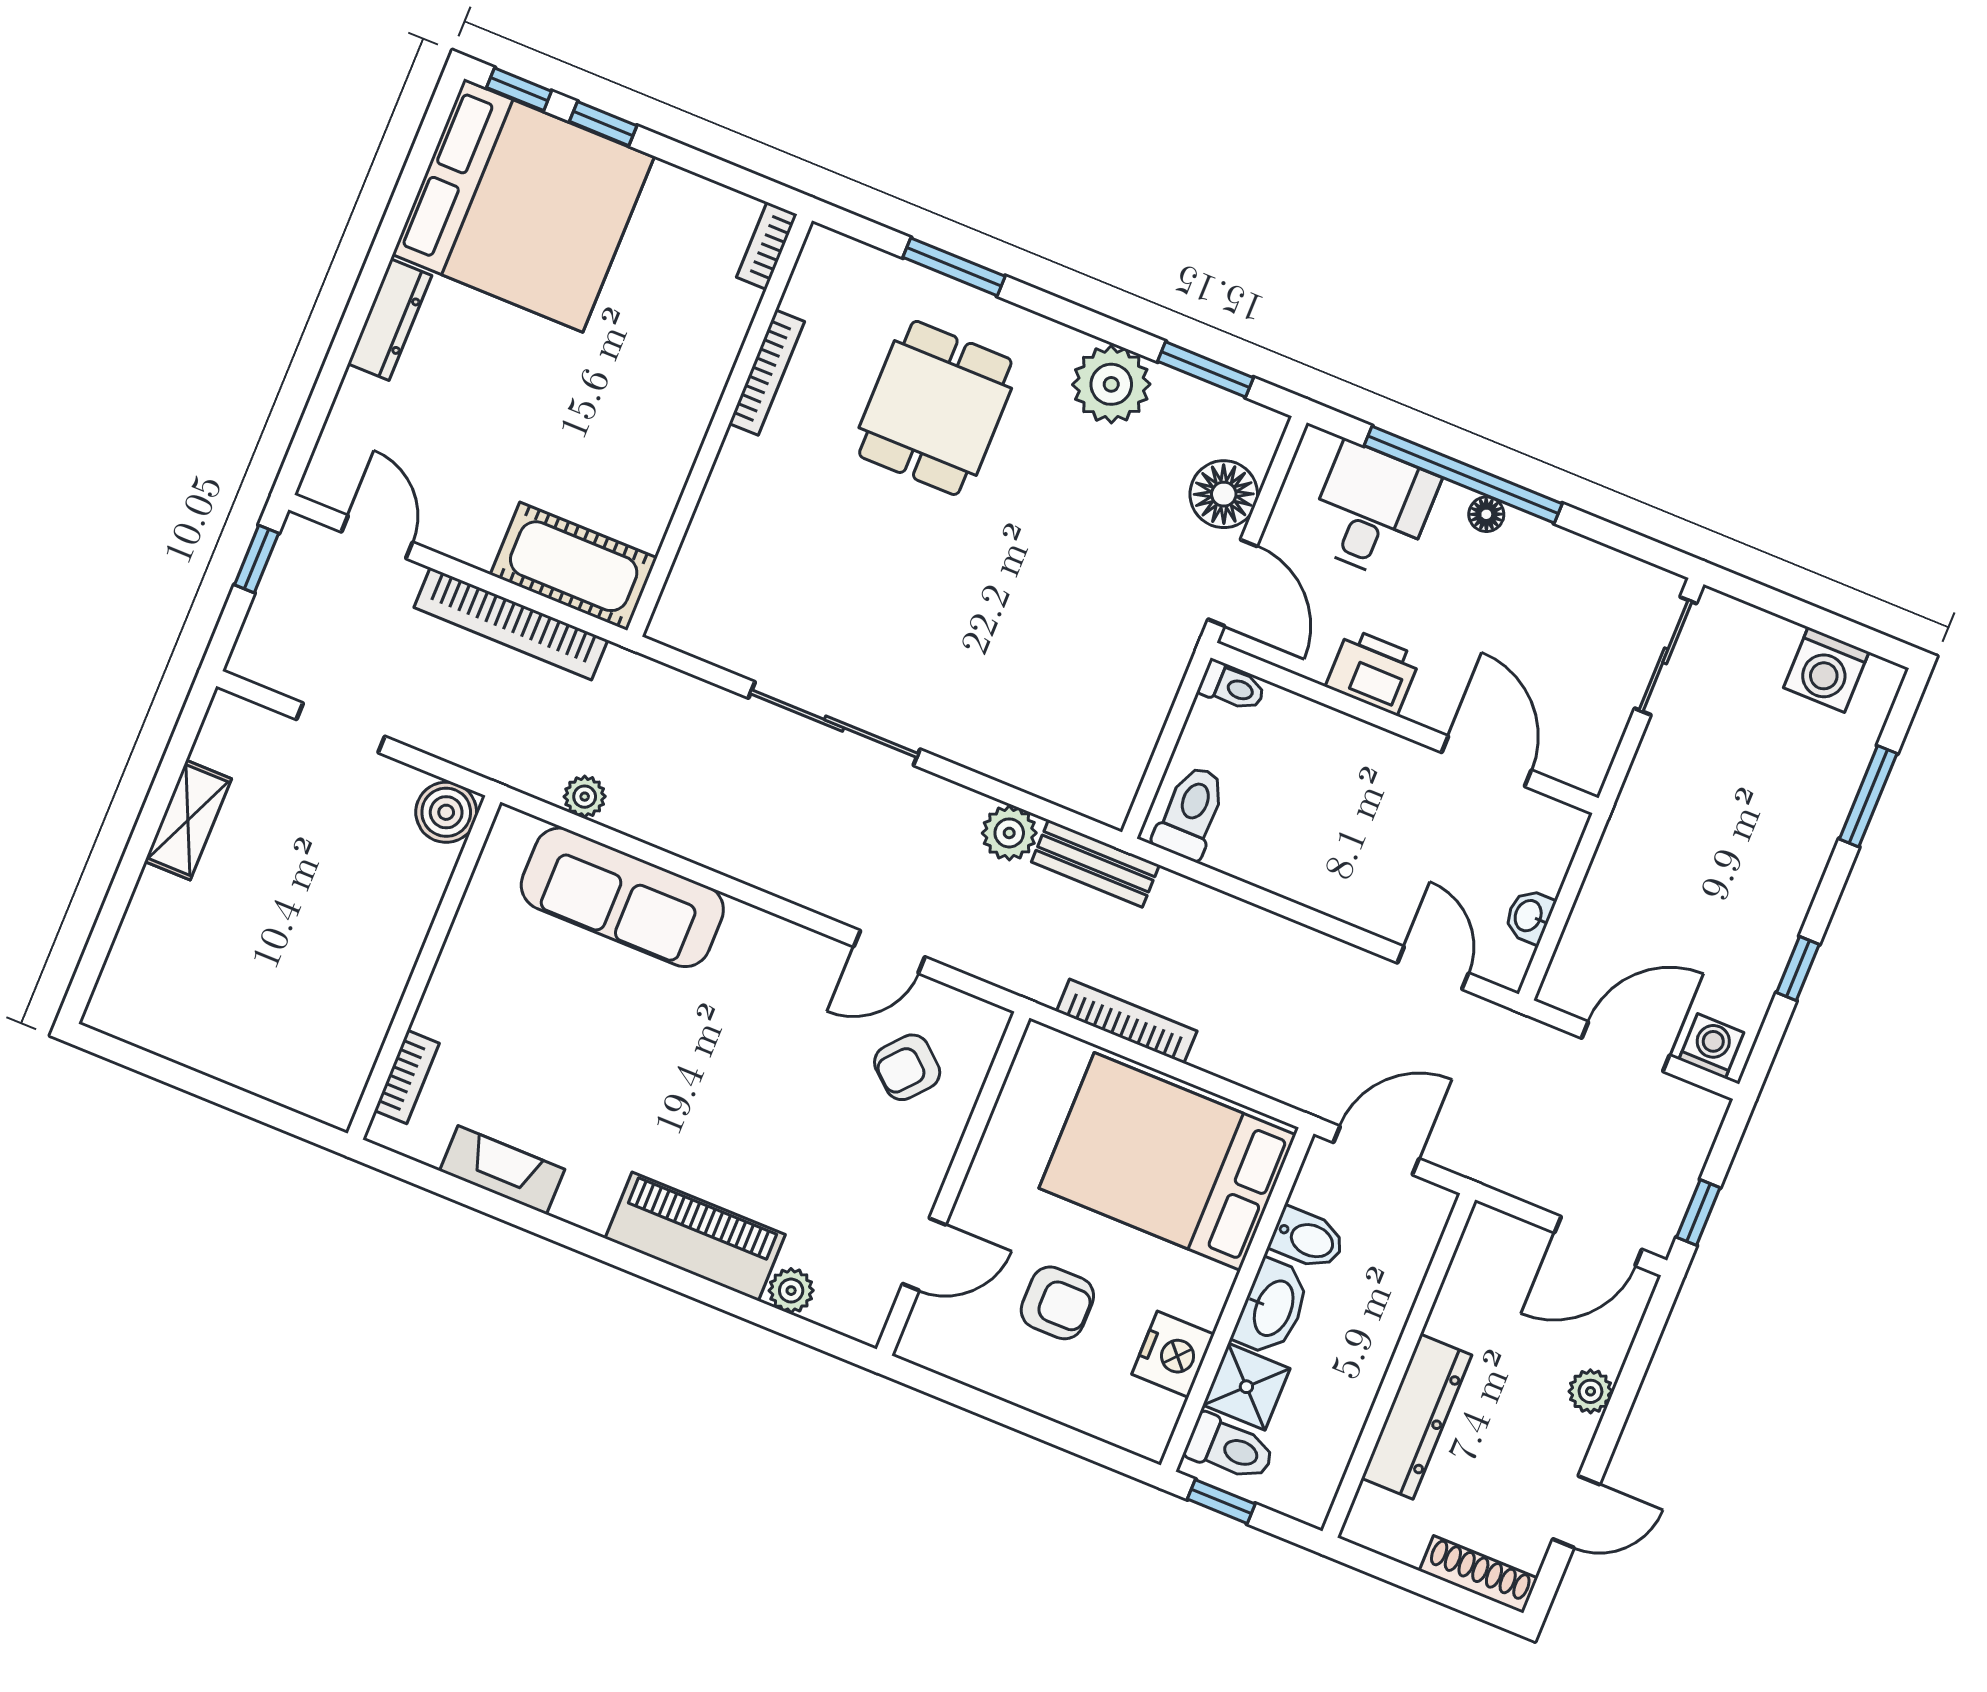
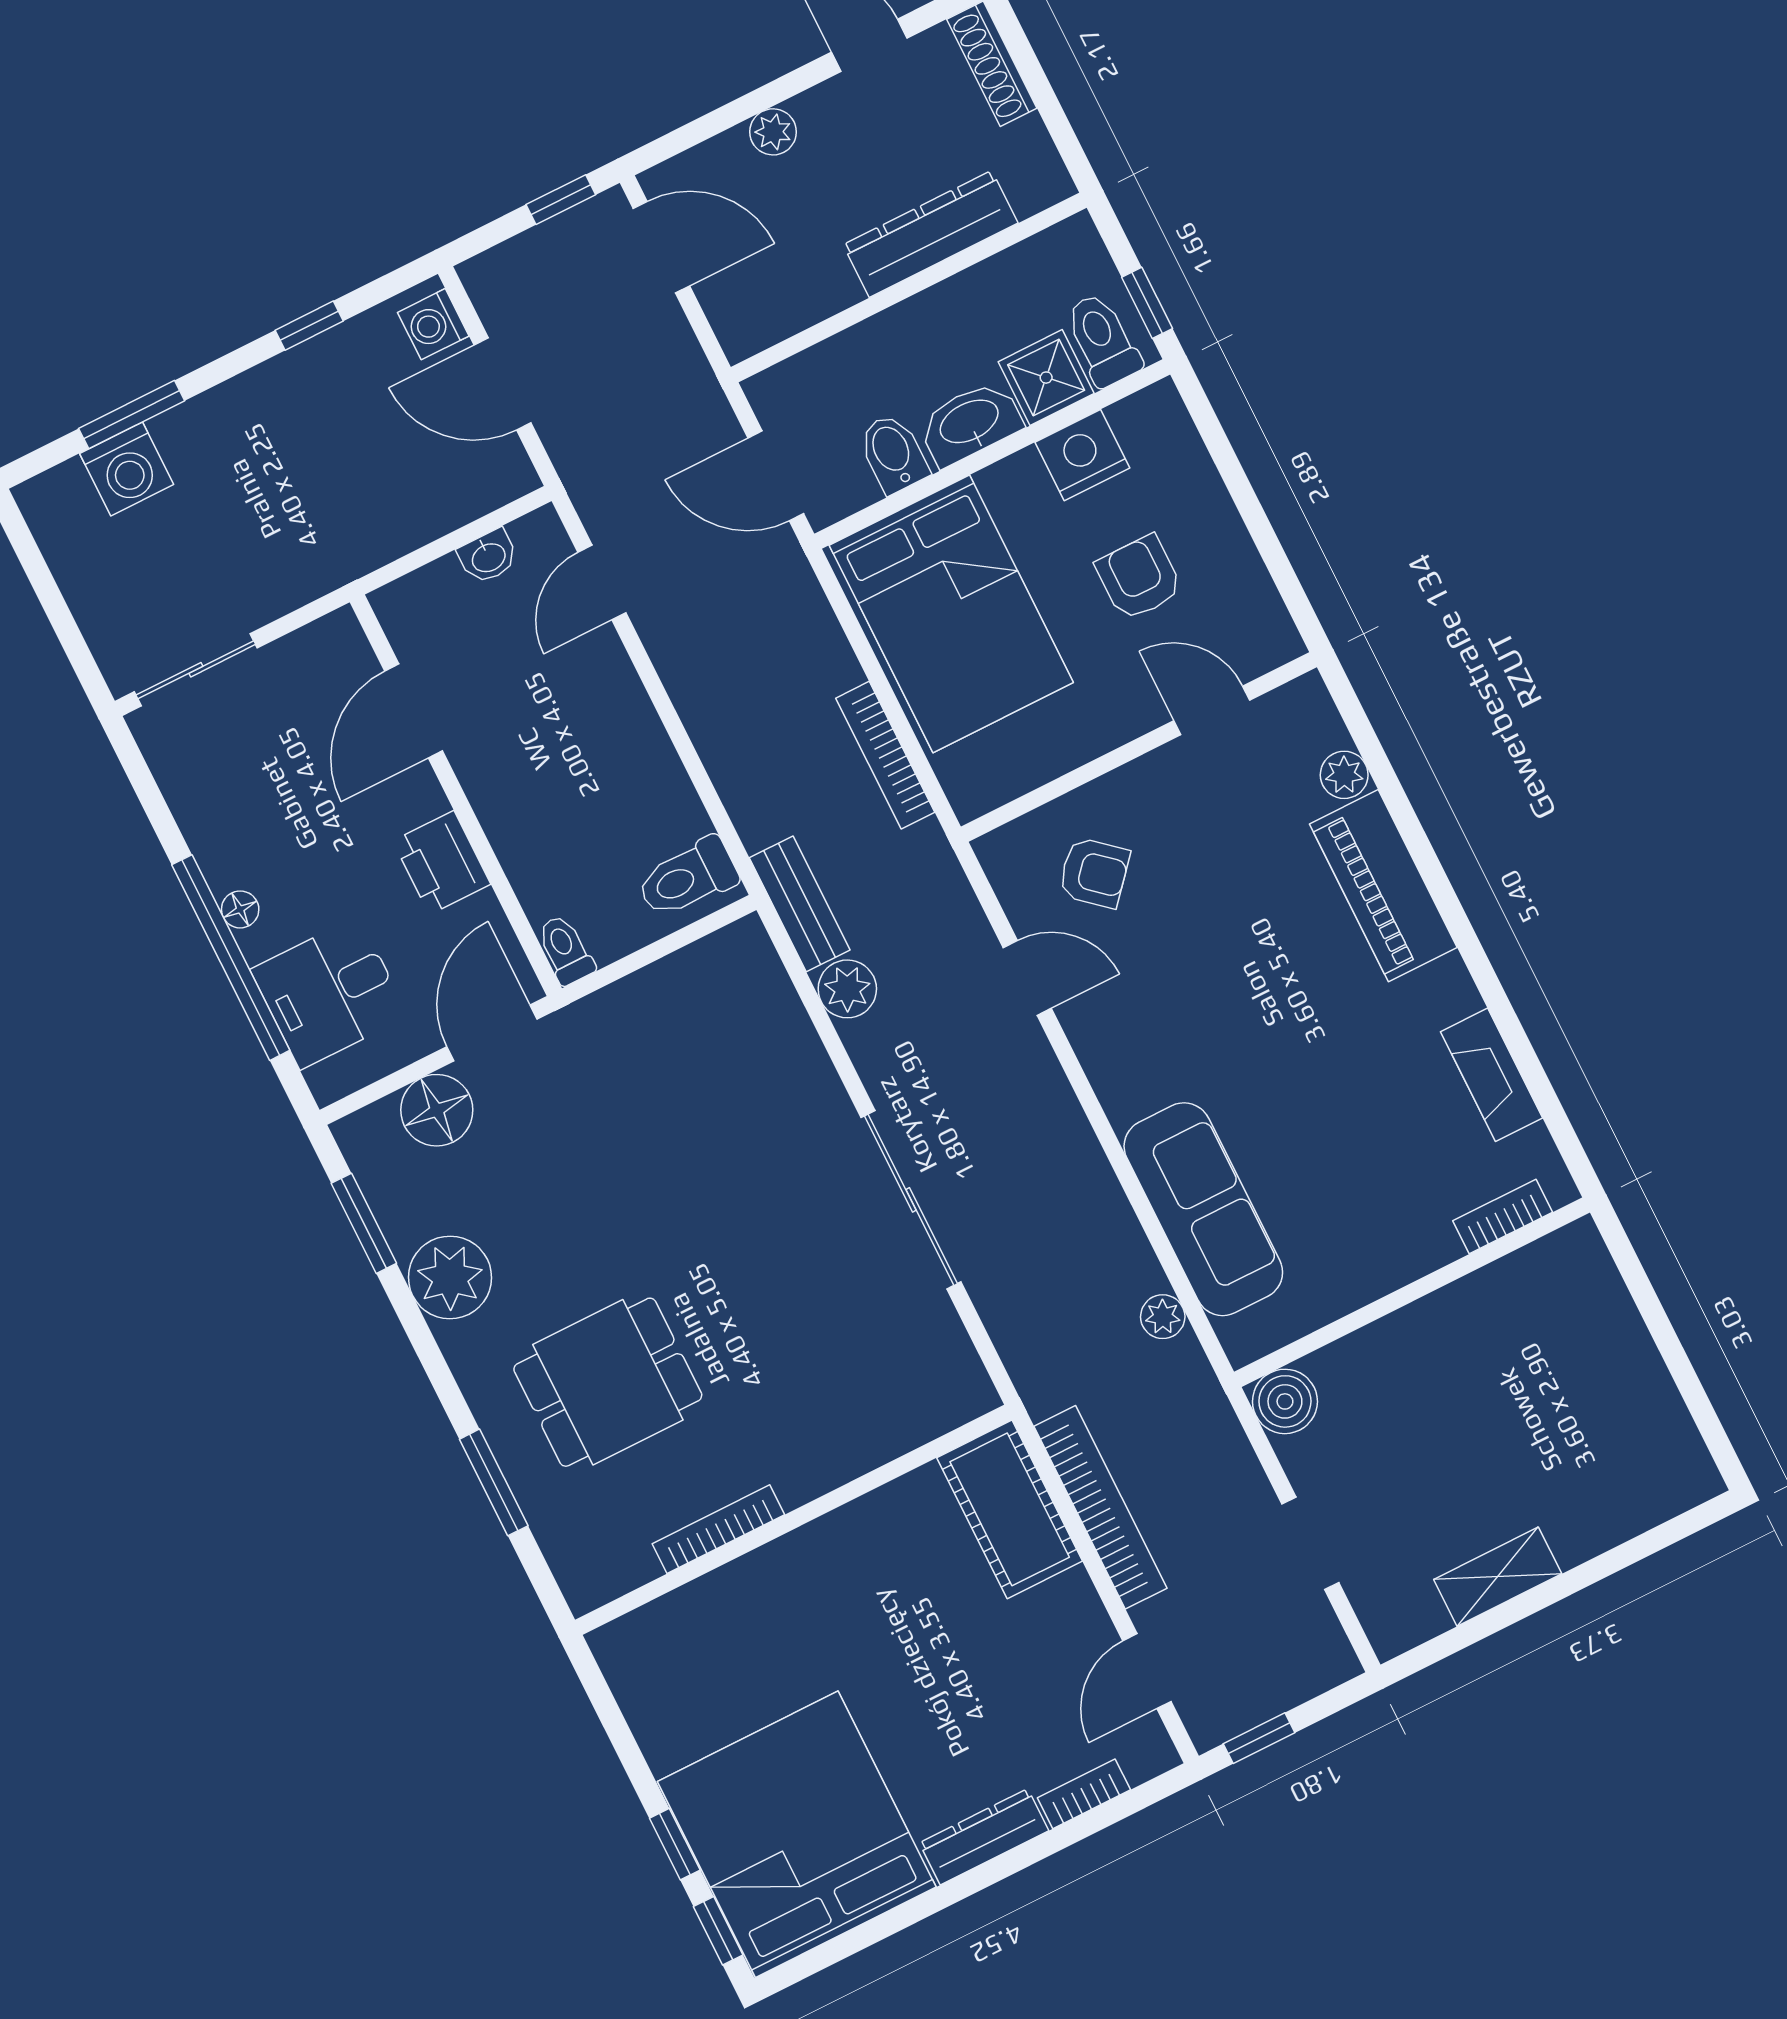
bookcase: (767, 246) -> (1084, 1794), moved, turned 180
washing machine: (1826, 670) -> (127, 469), moved, turned 90

